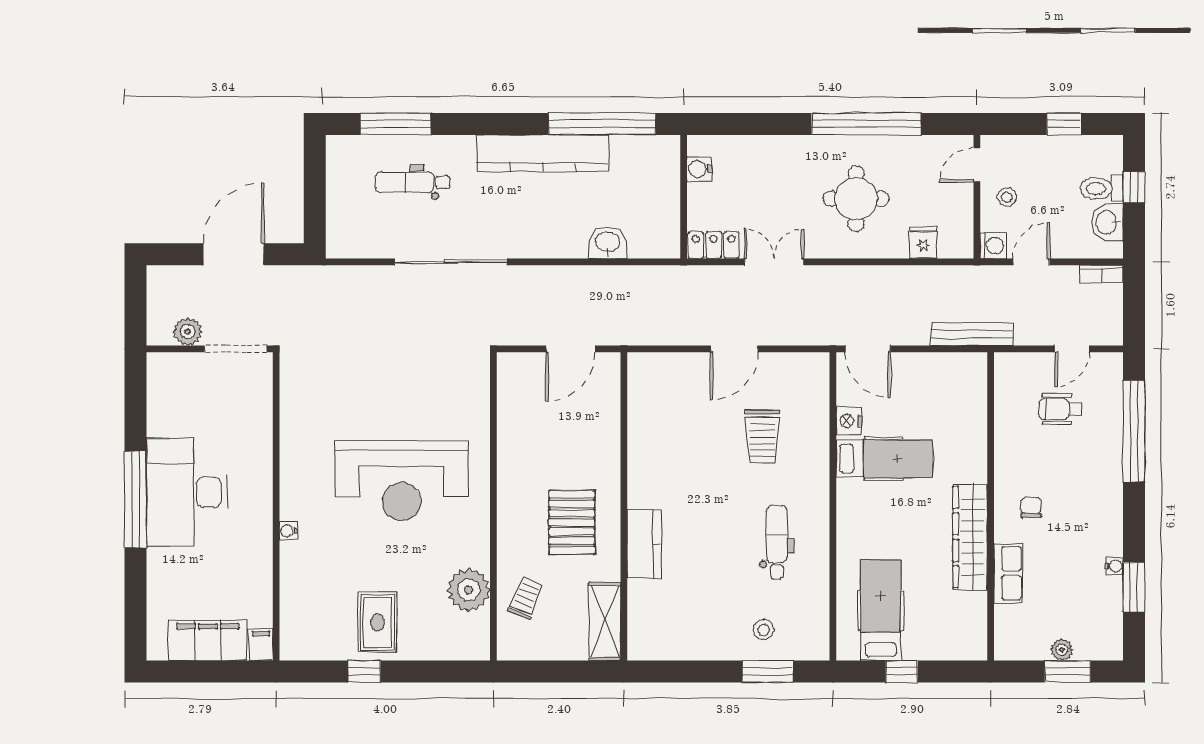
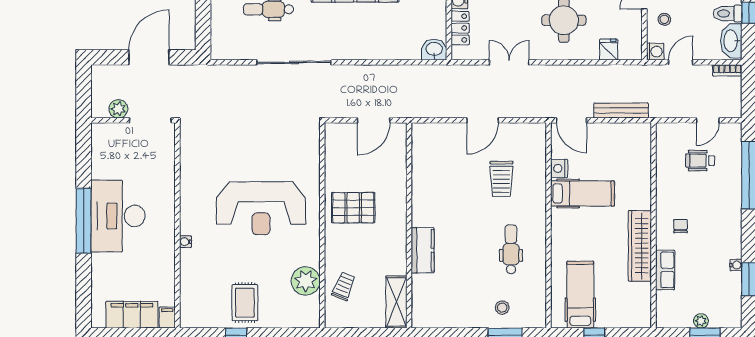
washbasin: (1107, 222) -> (731, 41), width x1.38
washbasin: (608, 243) -> (434, 50), moved
locker: (714, 245) -> (460, 28), moved, turned 90
bench: (972, 334) -> (621, 111), moved
pallet: (572, 522) -> (353, 208), moved, turned 90

